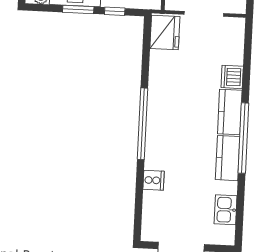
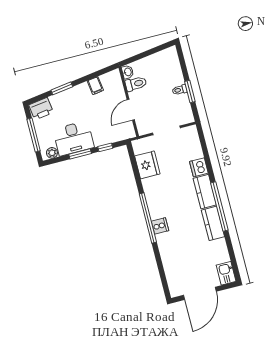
fridge: (165, 32) -> (147, 165), moved
cooker: (154, 180) -> (160, 226), moved
kitchen sink: (226, 210) -> (226, 273), moved

